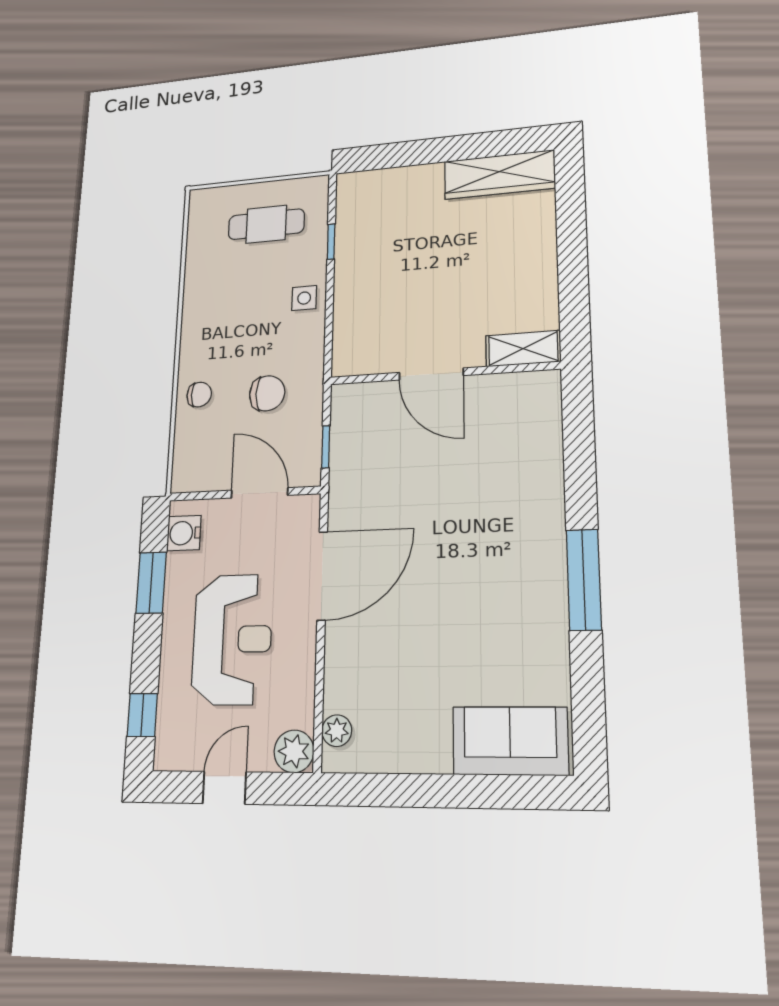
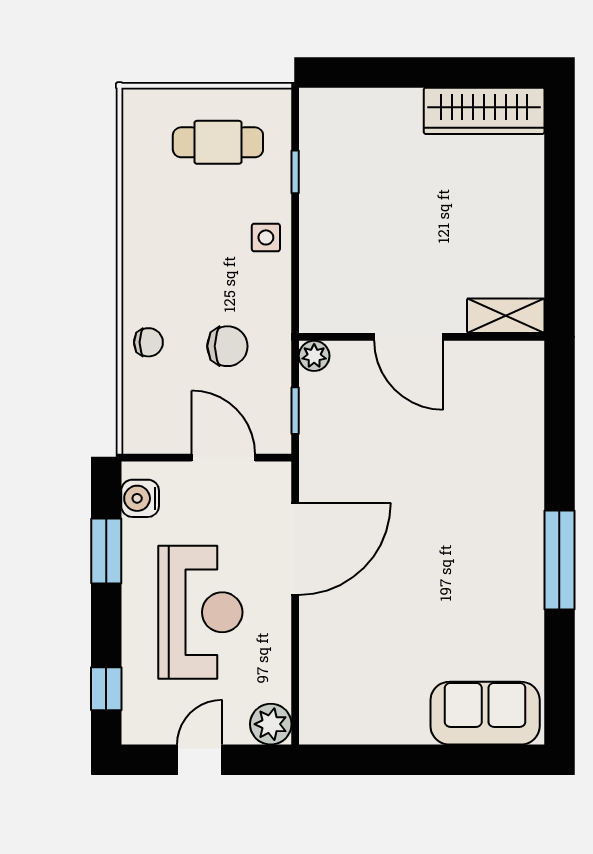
plant: (337, 731) -> (314, 356), moved

